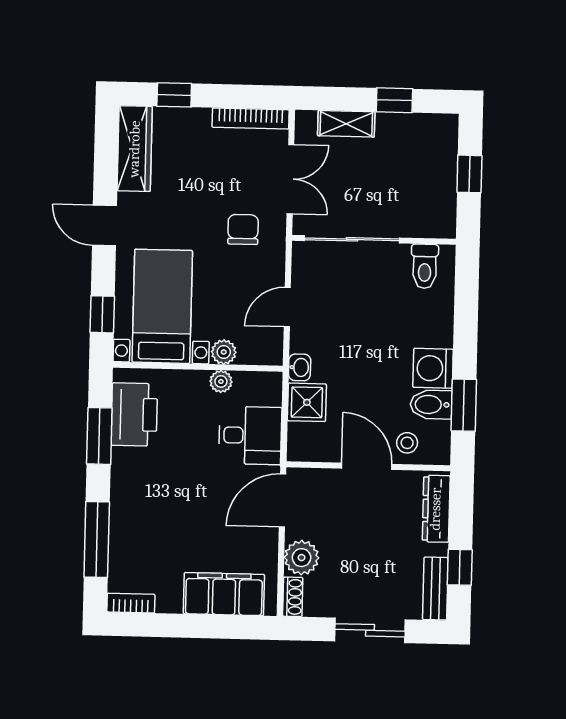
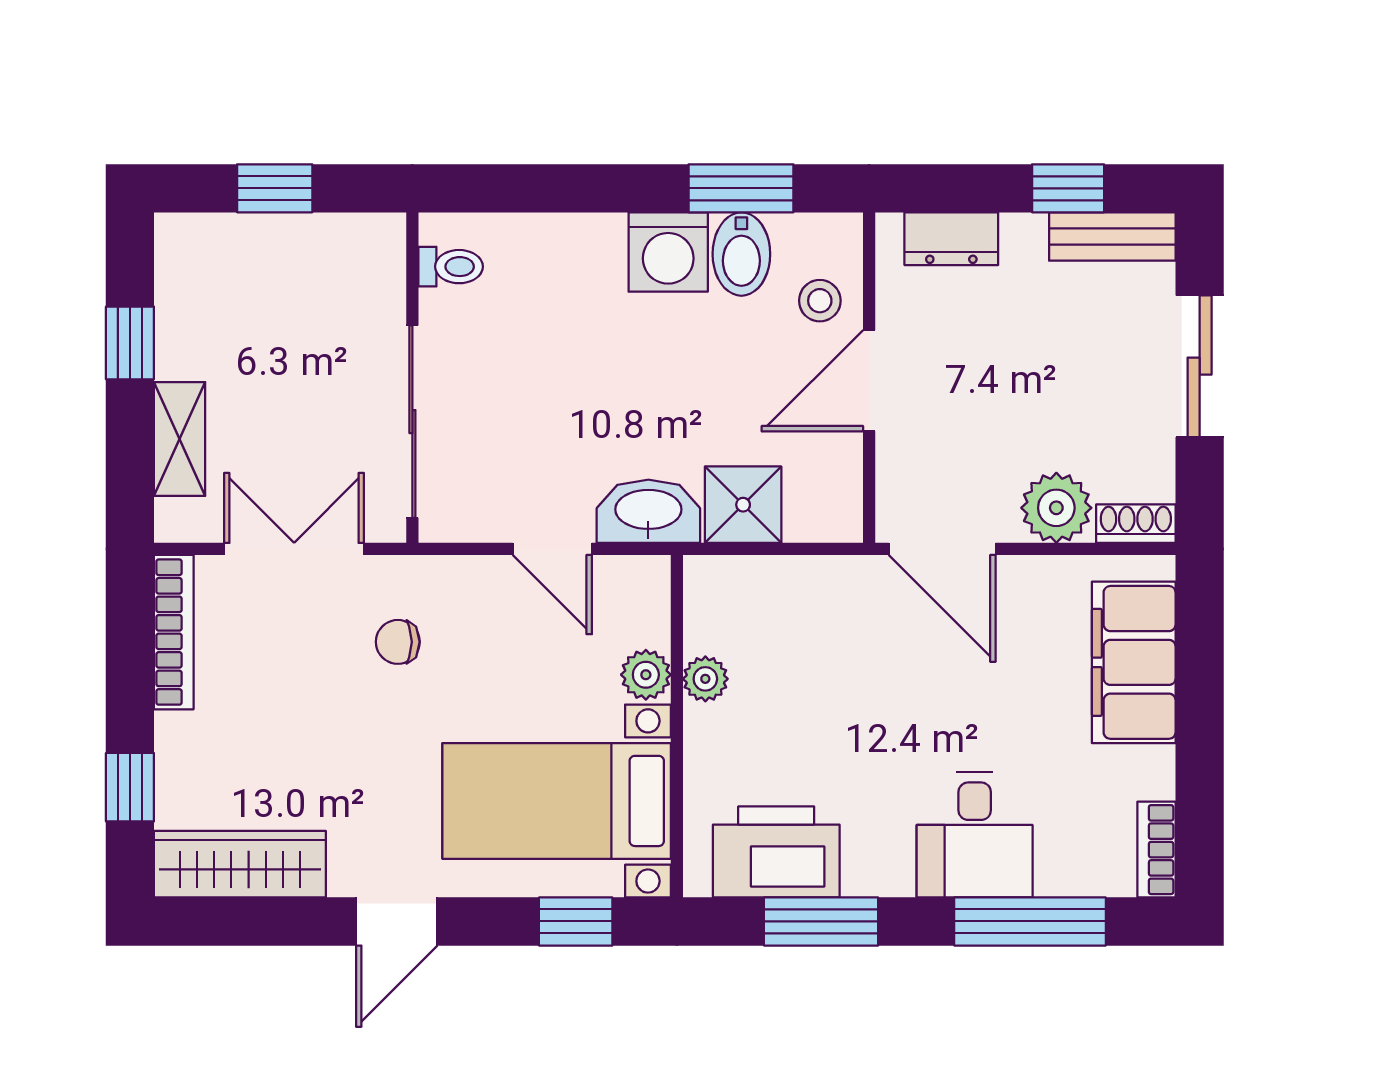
chair: (243, 229) -> (398, 642), width x0.73, depth x0.73
toilet: (425, 266) -> (451, 267), width x0.73, depth x0.72
washbasin: (300, 367) -> (648, 511), width x1.91, depth x1.45
desk: (250, 435) -> (975, 835), moved, turned 180
dresser: (436, 509) -> (951, 239), width x0.70

